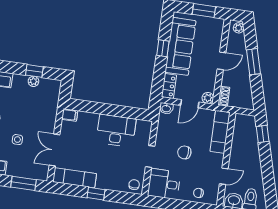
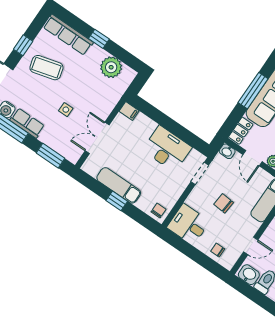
window: (163, 48) -> (253, 91), width x2.17
window: (34, 71) -> (99, 39), moved
plant: (33, 81) -> (111, 67), width x1.88, depth x1.88
door: (190, 104) -> (252, 158), hinge flipped
doorway: (150, 157) -> (200, 174), moved
exam couch: (75, 178) -> (119, 185), moved

